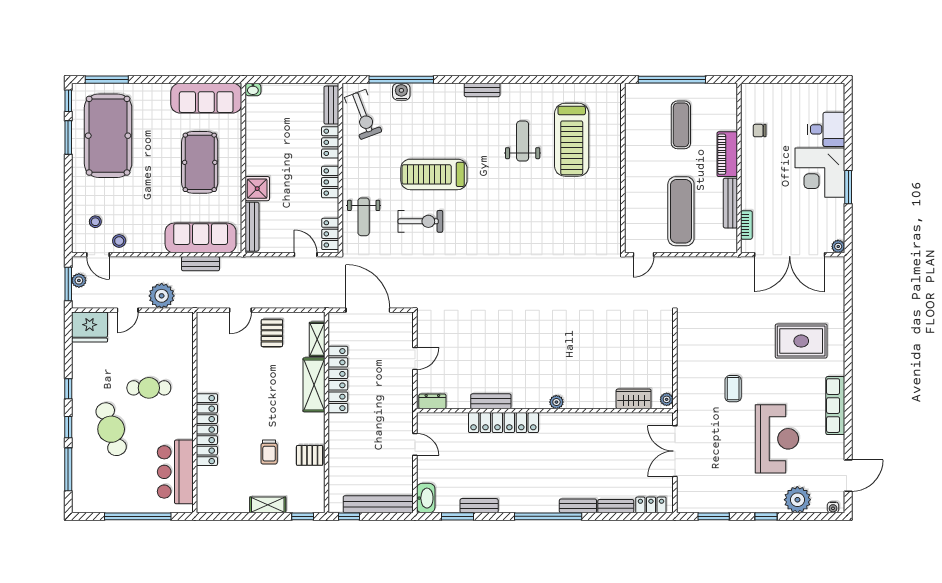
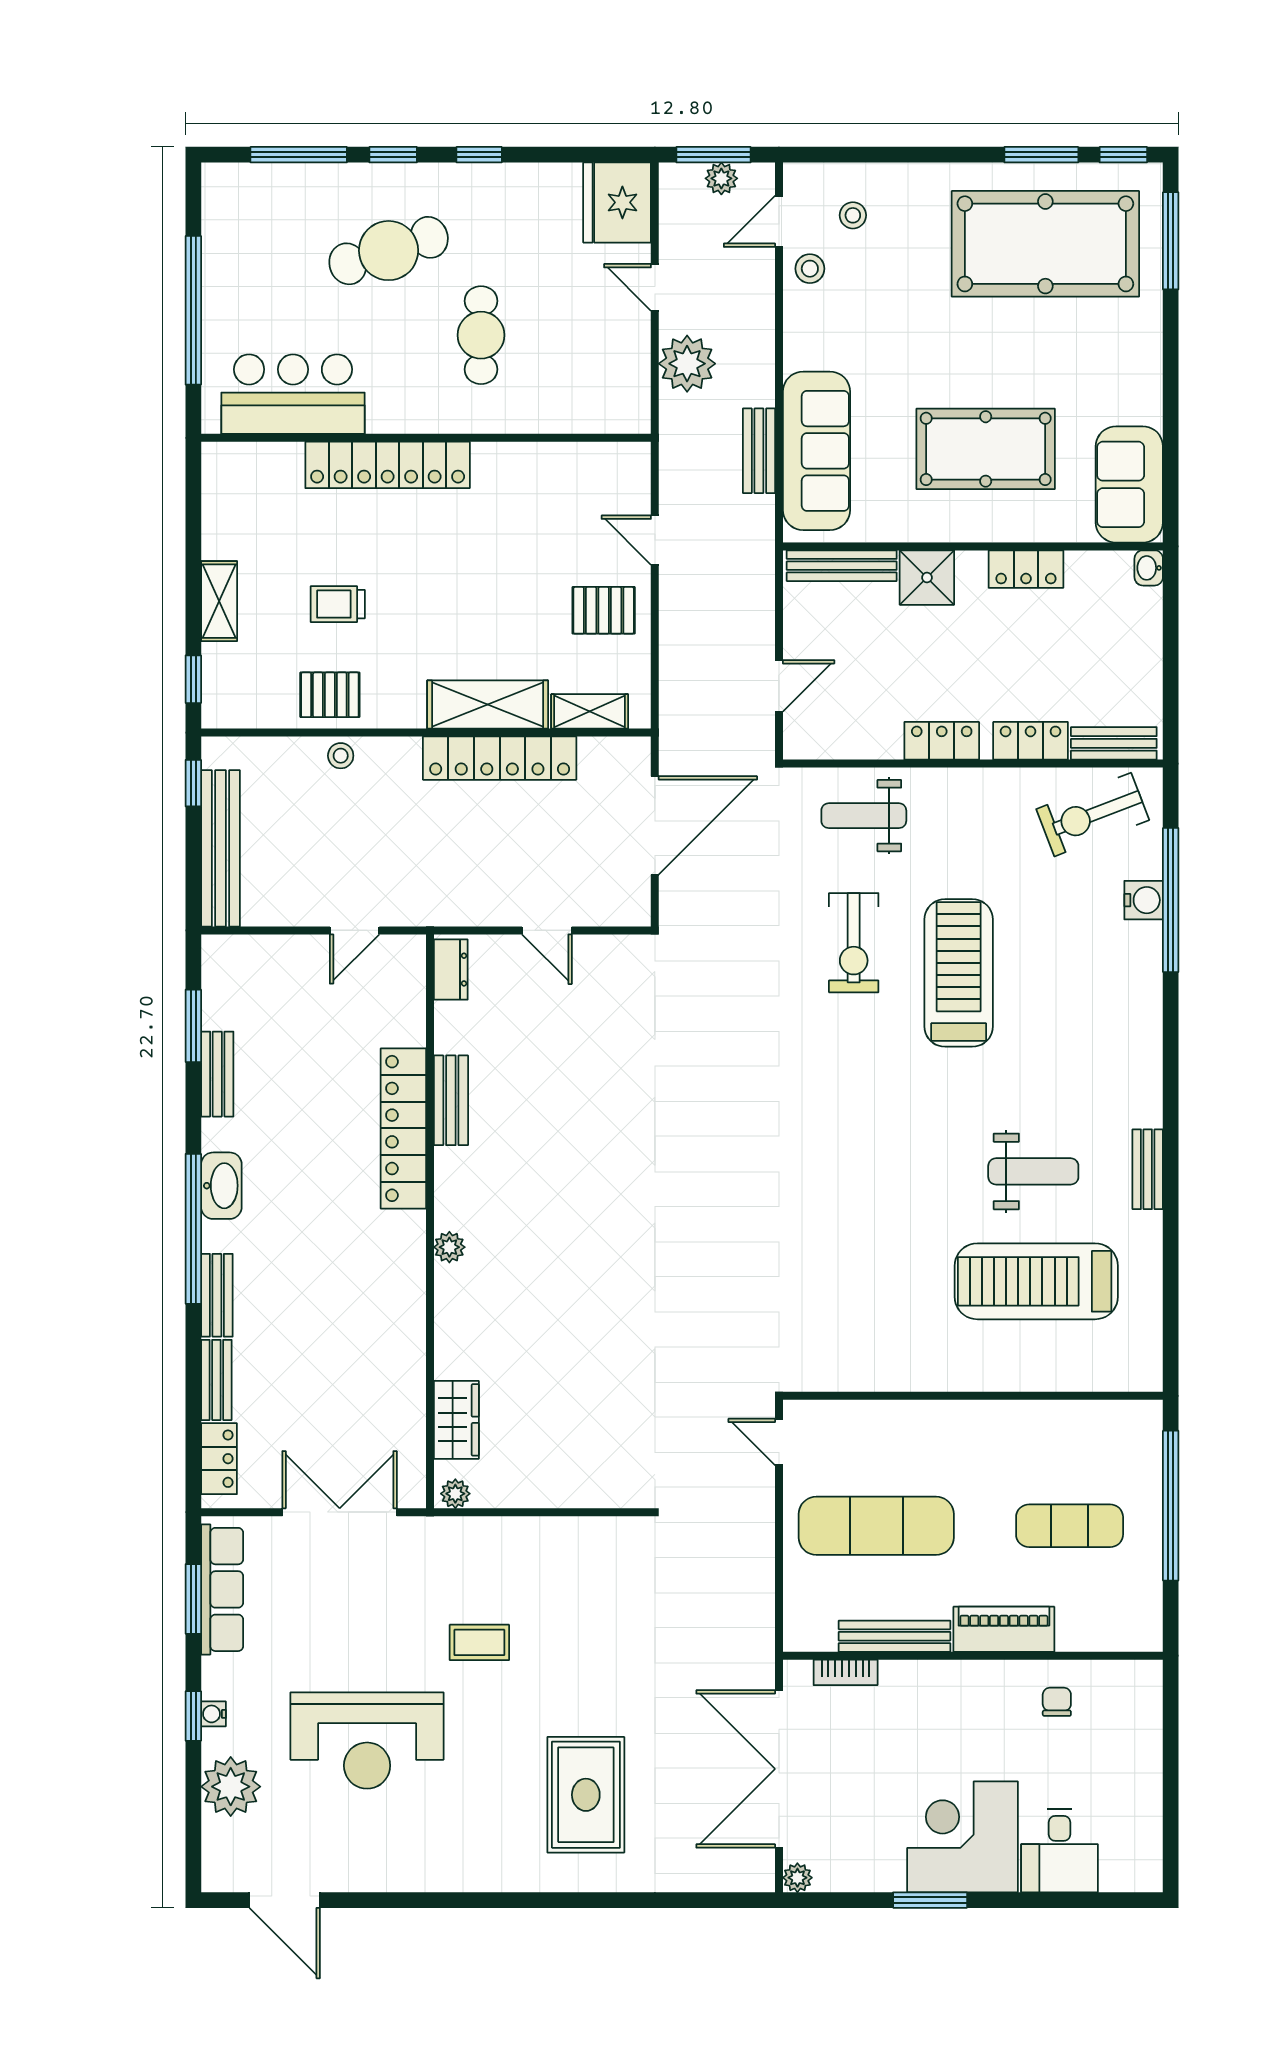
bench: (482, 90) -> (1148, 1169), moved
sofa: (206, 98) -> (1129, 484), width x0.73
locker: (330, 234) -> (1026, 569), moved, turned 180
row of seats: (835, 406) -> (222, 1589), moved, turned 90
stool: (337, 451) -> (341, 756), added
pallet: (310, 455) -> (330, 695), turned 90
washbasin: (426, 498) -> (221, 1186), moved, turned -90
water cooler: (833, 507) -> (213, 1714), moved

